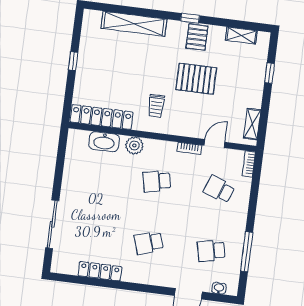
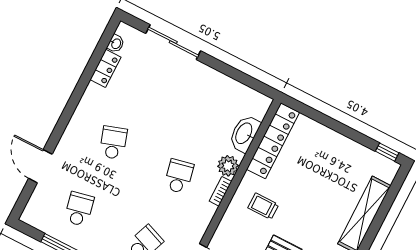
window: (73, 61) -> (387, 152), moved
bookcase: (189, 148) -> (221, 191), moved
locker: (100, 271) -> (106, 68), width x0.66
washbasin: (219, 288) -> (116, 44), moved

